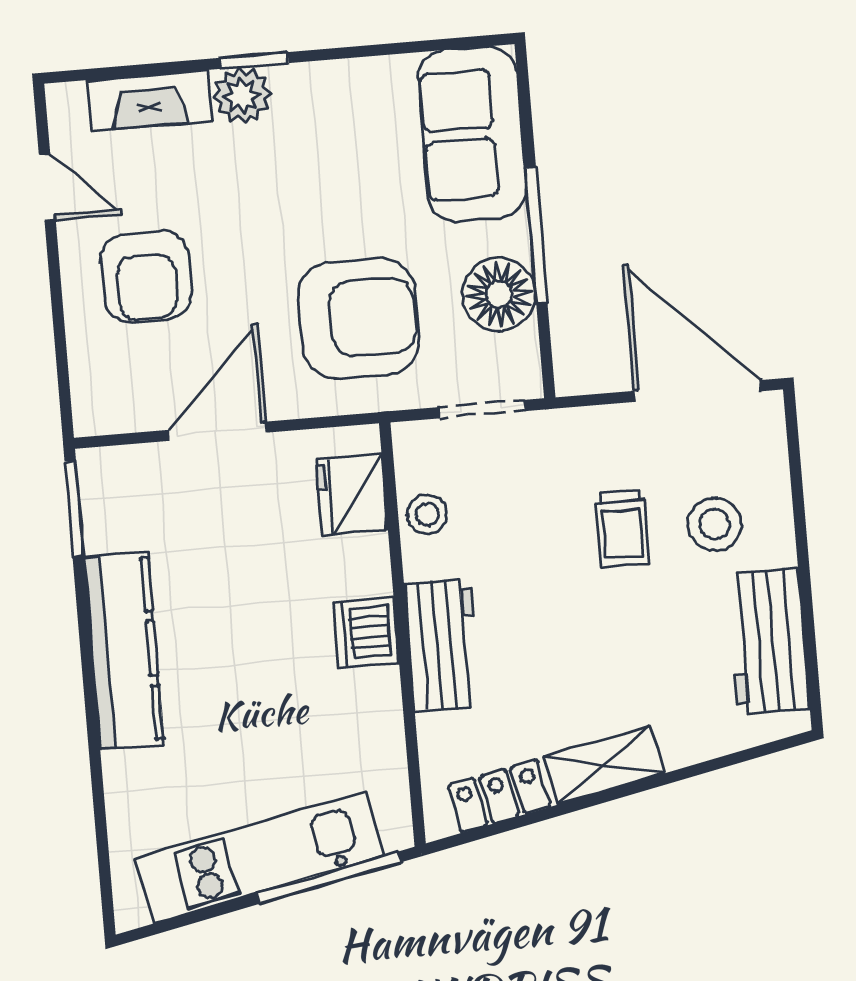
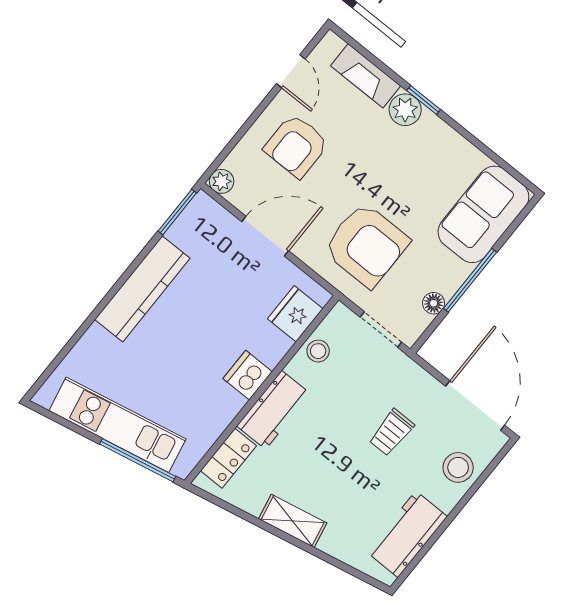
floor lamp: (499, 294) -> (434, 303), width x0.53, depth x0.53
plant: (94, 414) -> (222, 181), added
stool: (715, 524) -> (458, 467), moved
locker: (499, 796) -> (228, 458), moved, turned 102

